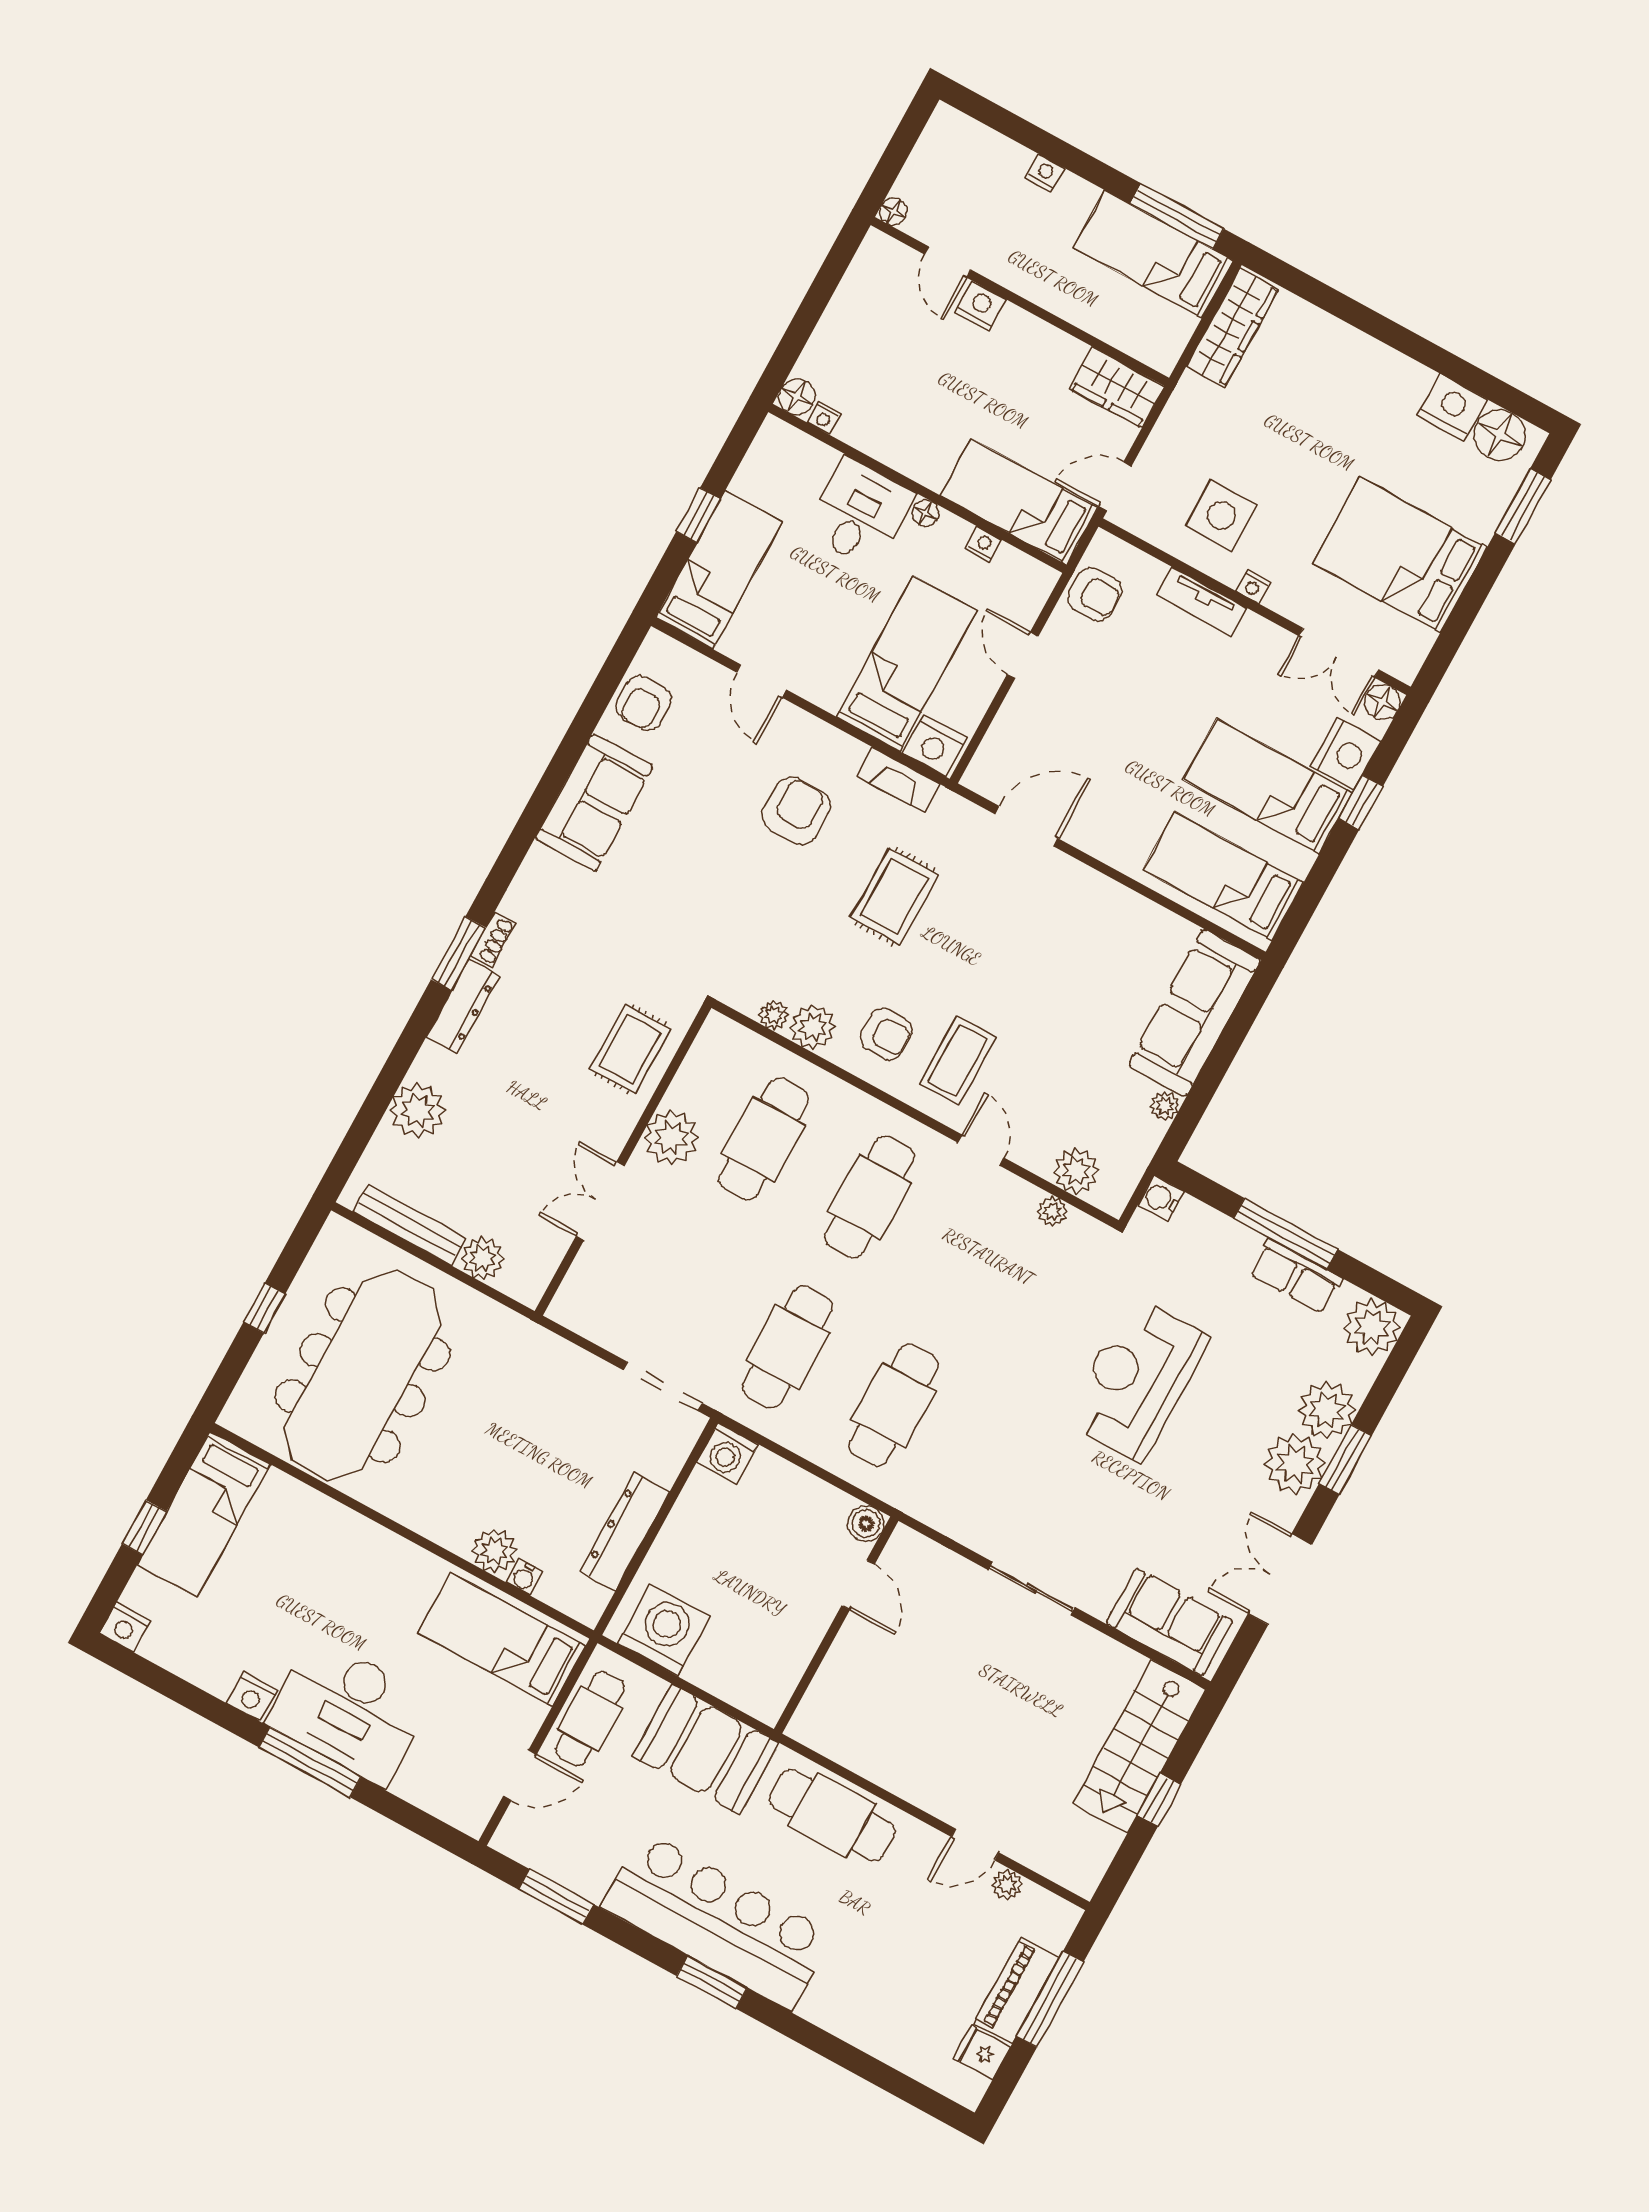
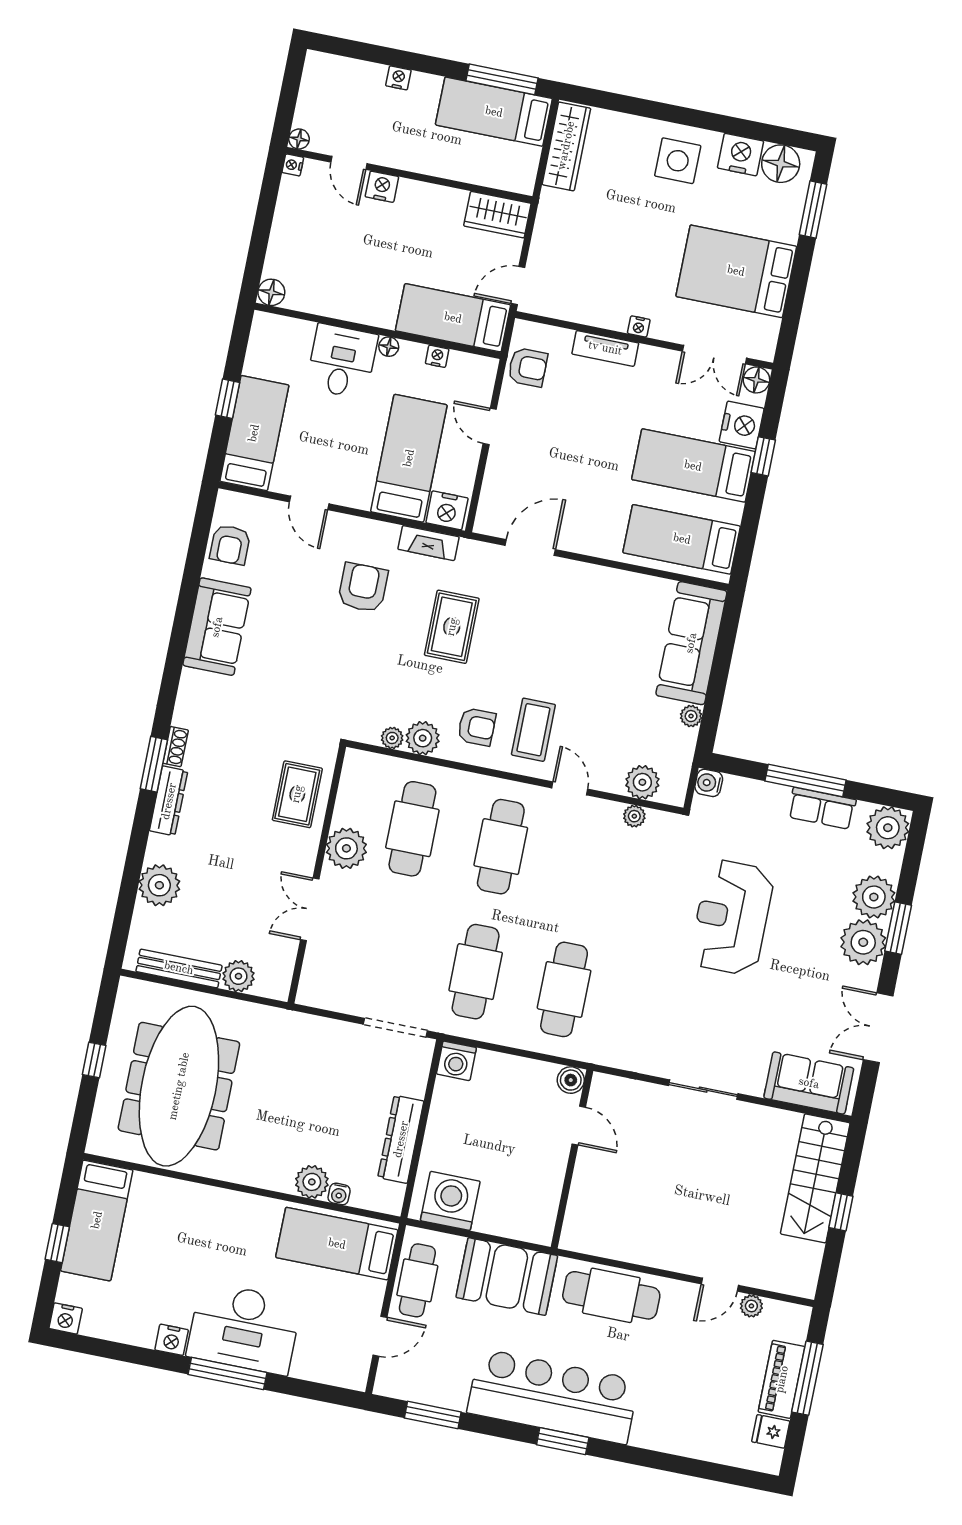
nightstand: (824, 418) -> (293, 165), moved, turned 90
side table: (1221, 516) -> (678, 161), moved

